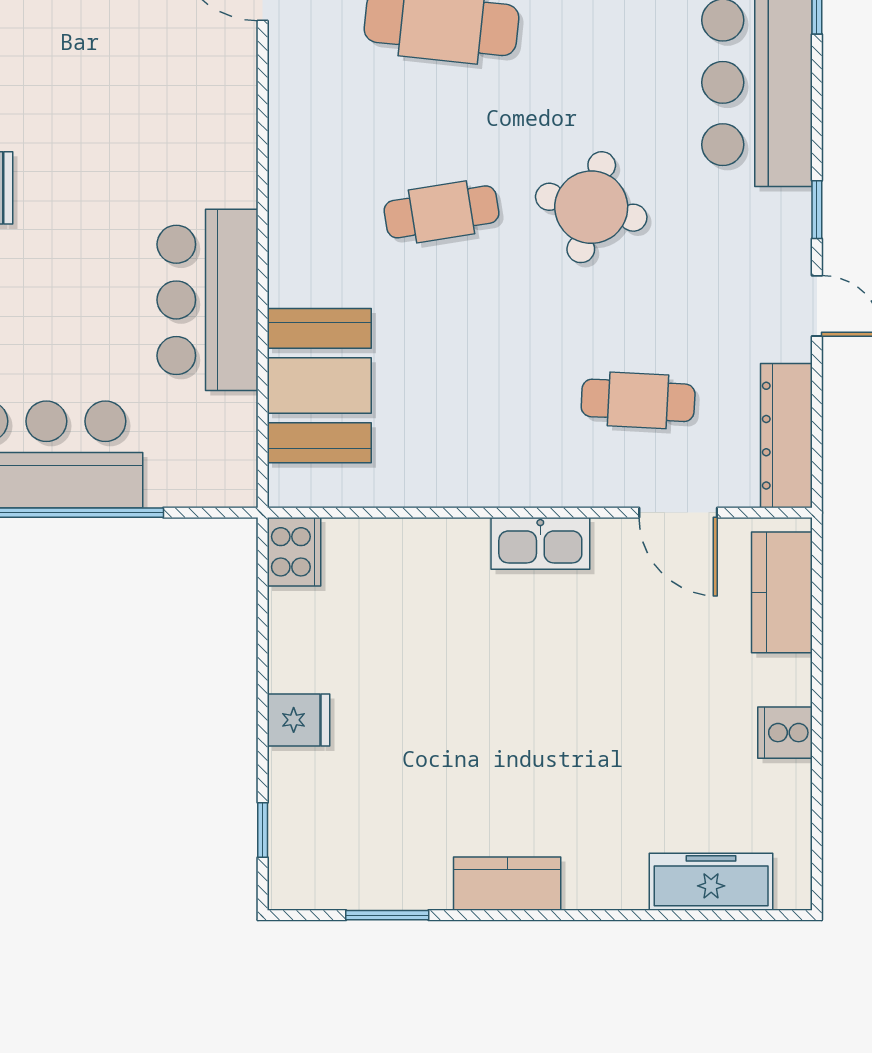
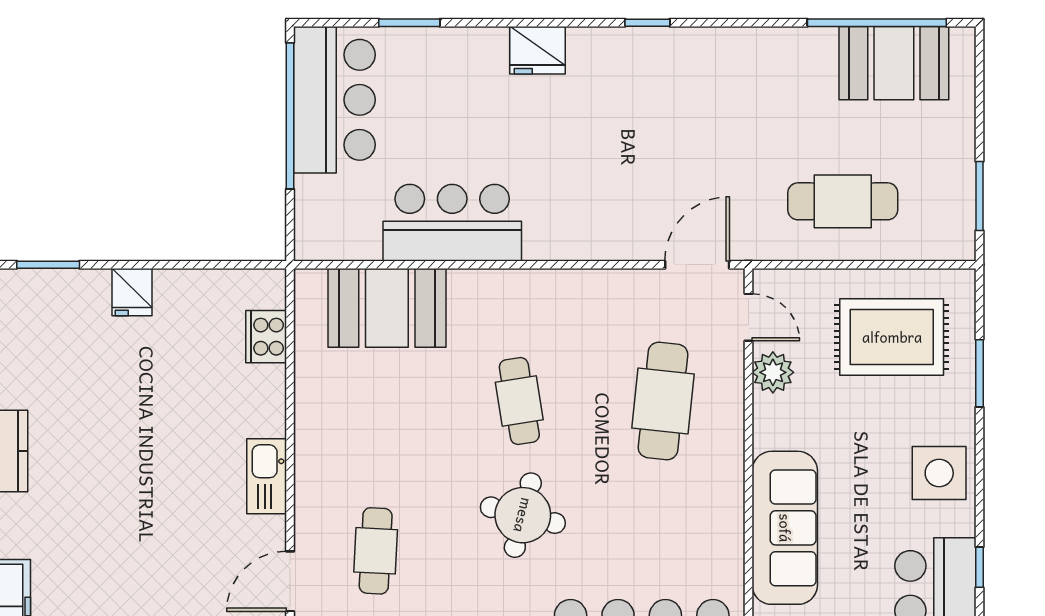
cooker: (294, 552) -> (266, 337), moved, turned 90
window: (263, 830) -> (48, 265), width x1.50

